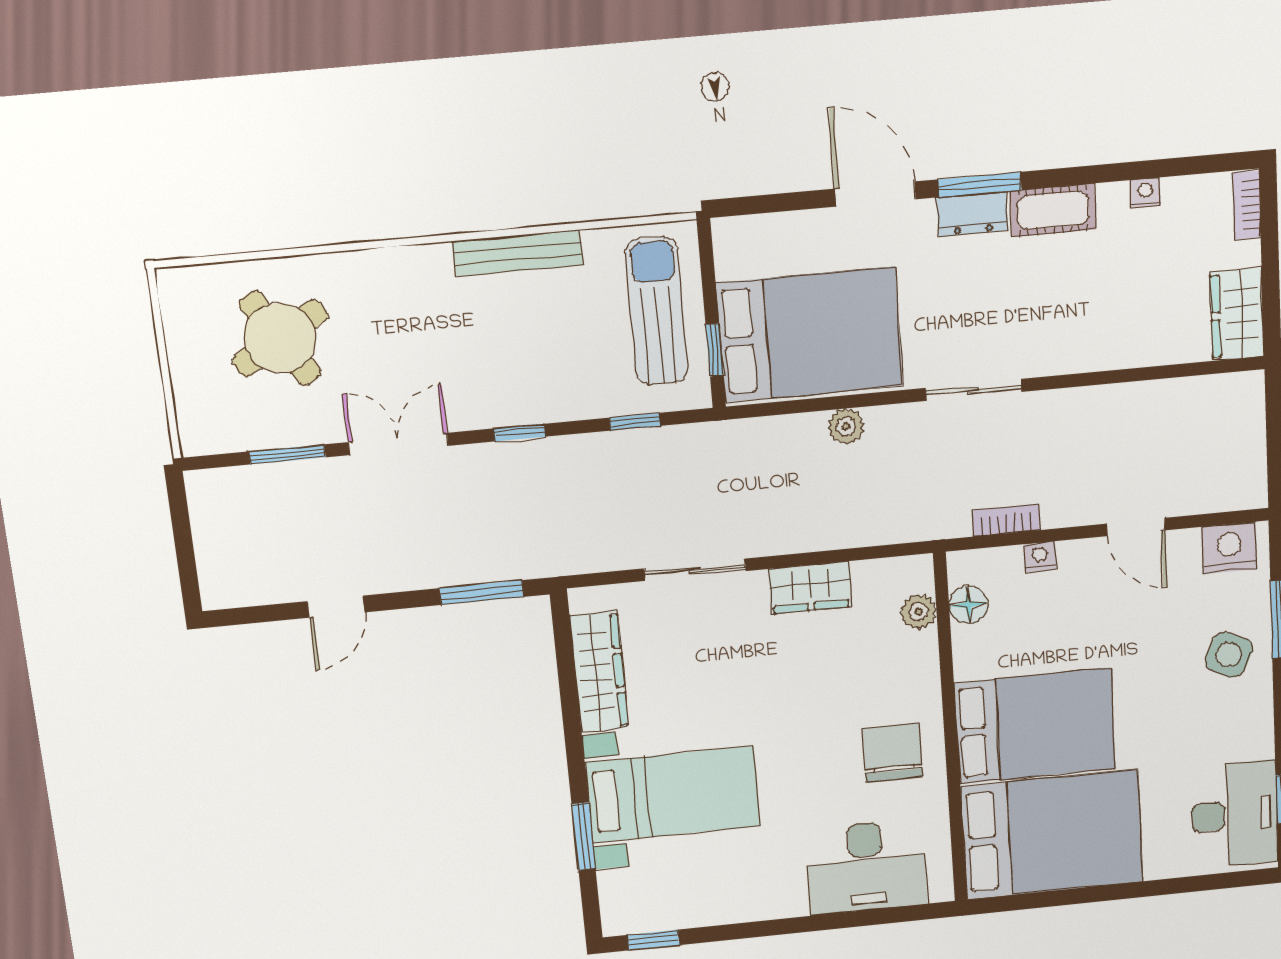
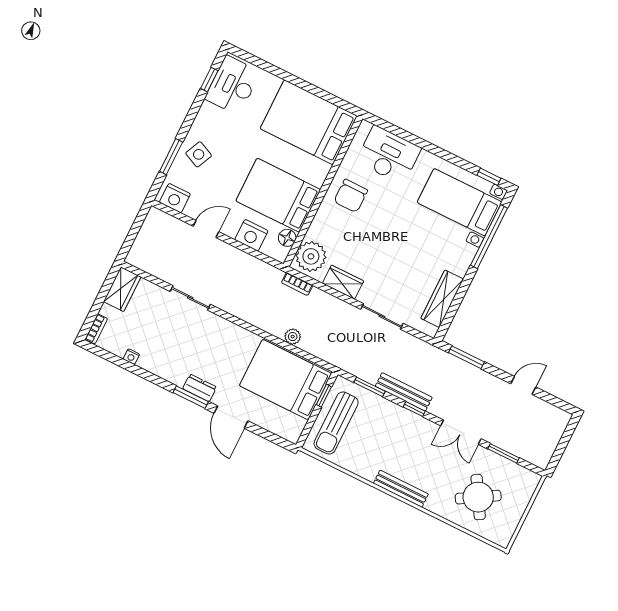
cot: (1053, 210) -> (169, 371), removed
bench: (518, 253) -> (401, 489), moved
sliding door: (974, 390) -> (190, 298), moved
window: (635, 422) -> (369, 387), width x1.50
bench: (561, 453) -> (404, 392), added
bookcase: (1006, 520) -> (297, 284), moved
door: (1136, 527) -> (206, 229), hinge flipped
nightstand: (1040, 557) -> (251, 235), width x1.89, depth x1.79
plant: (919, 612) -> (311, 256), width x1.87, depth x1.87
bed: (1035, 726) -> (278, 195), moved
bed with nightstands: (673, 794) -> (460, 202), moved
window: (584, 836) -> (489, 237), width x2.11

